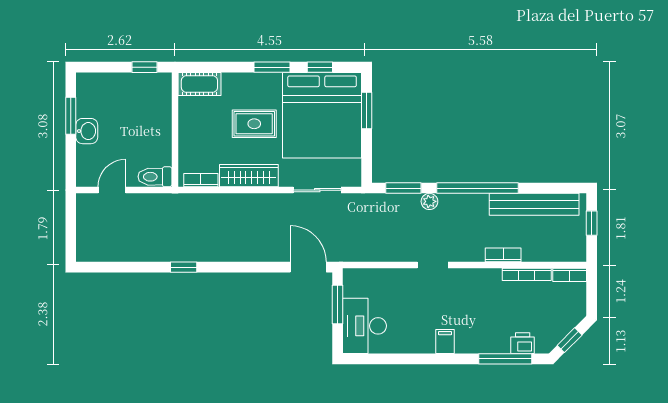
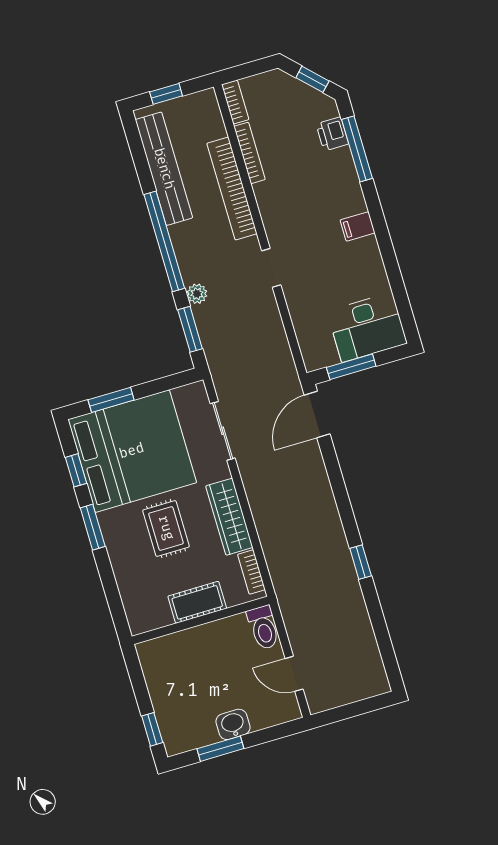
window: (145, 67) -> (152, 729), moved
cot: (199, 84) -> (197, 602), moved, turned 90
bookcase: (503, 255) -> (232, 189), width x2.31, depth x1.31

